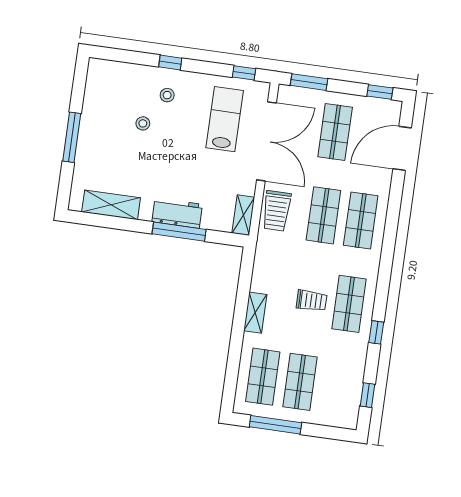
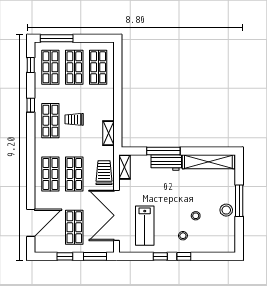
window: (244, 73) -> (160, 256), moved
window: (380, 92) -> (65, 256), moved
stool: (94, 126) -> (226, 210), added
shelving: (111, 205) -> (208, 162), width x1.47
shelving: (255, 313) -> (108, 133), moved
shop shelf: (337, 387) -> (50, 67), added
window: (275, 425) -> (57, 38), moved

